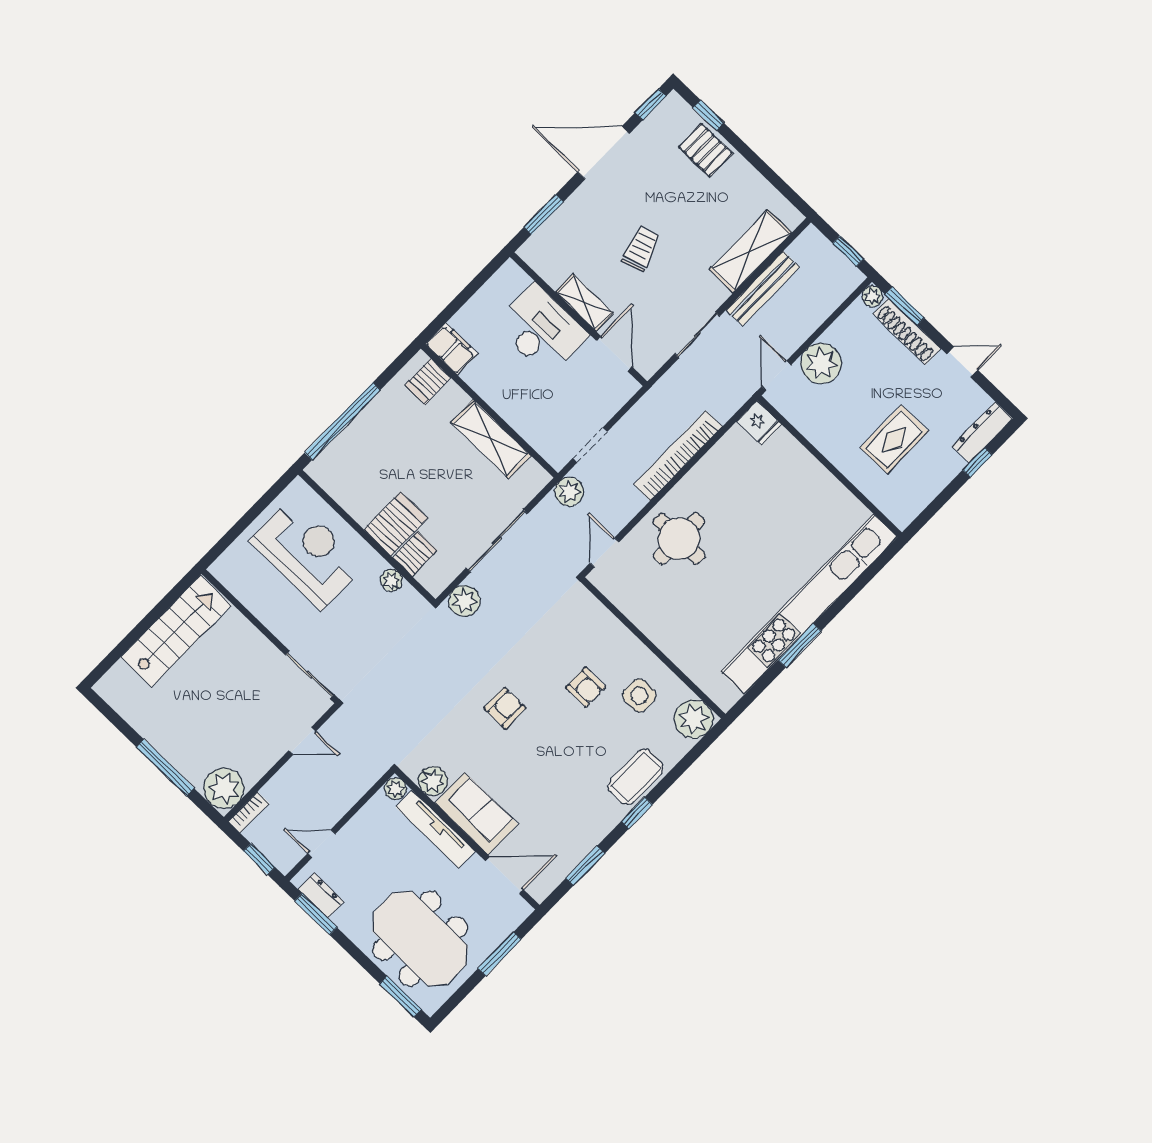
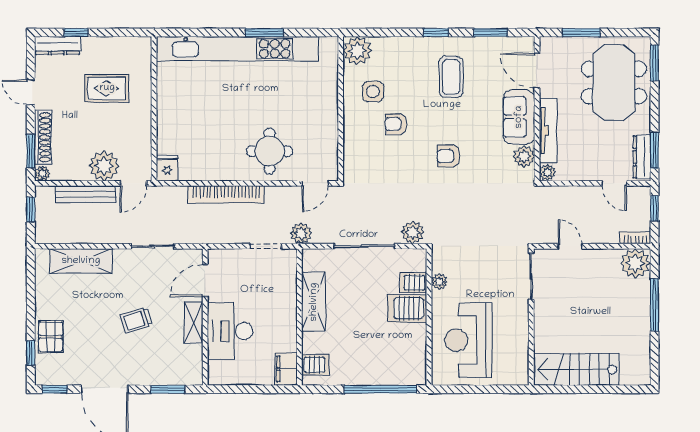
bench: (763, 288) -> (86, 194), moved
armchair: (586, 687) -> (396, 124), turned -90
coffee table: (636, 777) -> (451, 77), moved, turned 90
dresser: (321, 895) -> (642, 157), width x1.44

